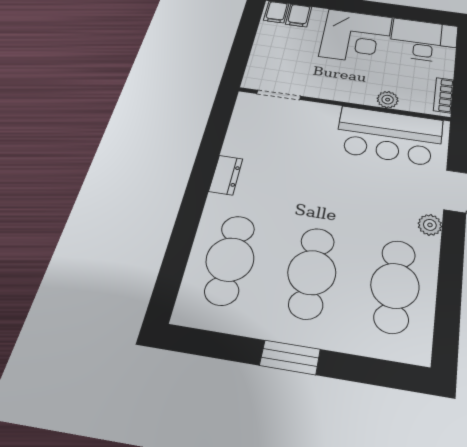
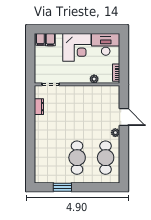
bar counter: (389, 136) -> (97, 97), removed
dresser: (226, 175) -> (39, 107), moved
cafe table: (230, 259) -> (49, 158), removed
window: (290, 357) -> (62, 187), moved

